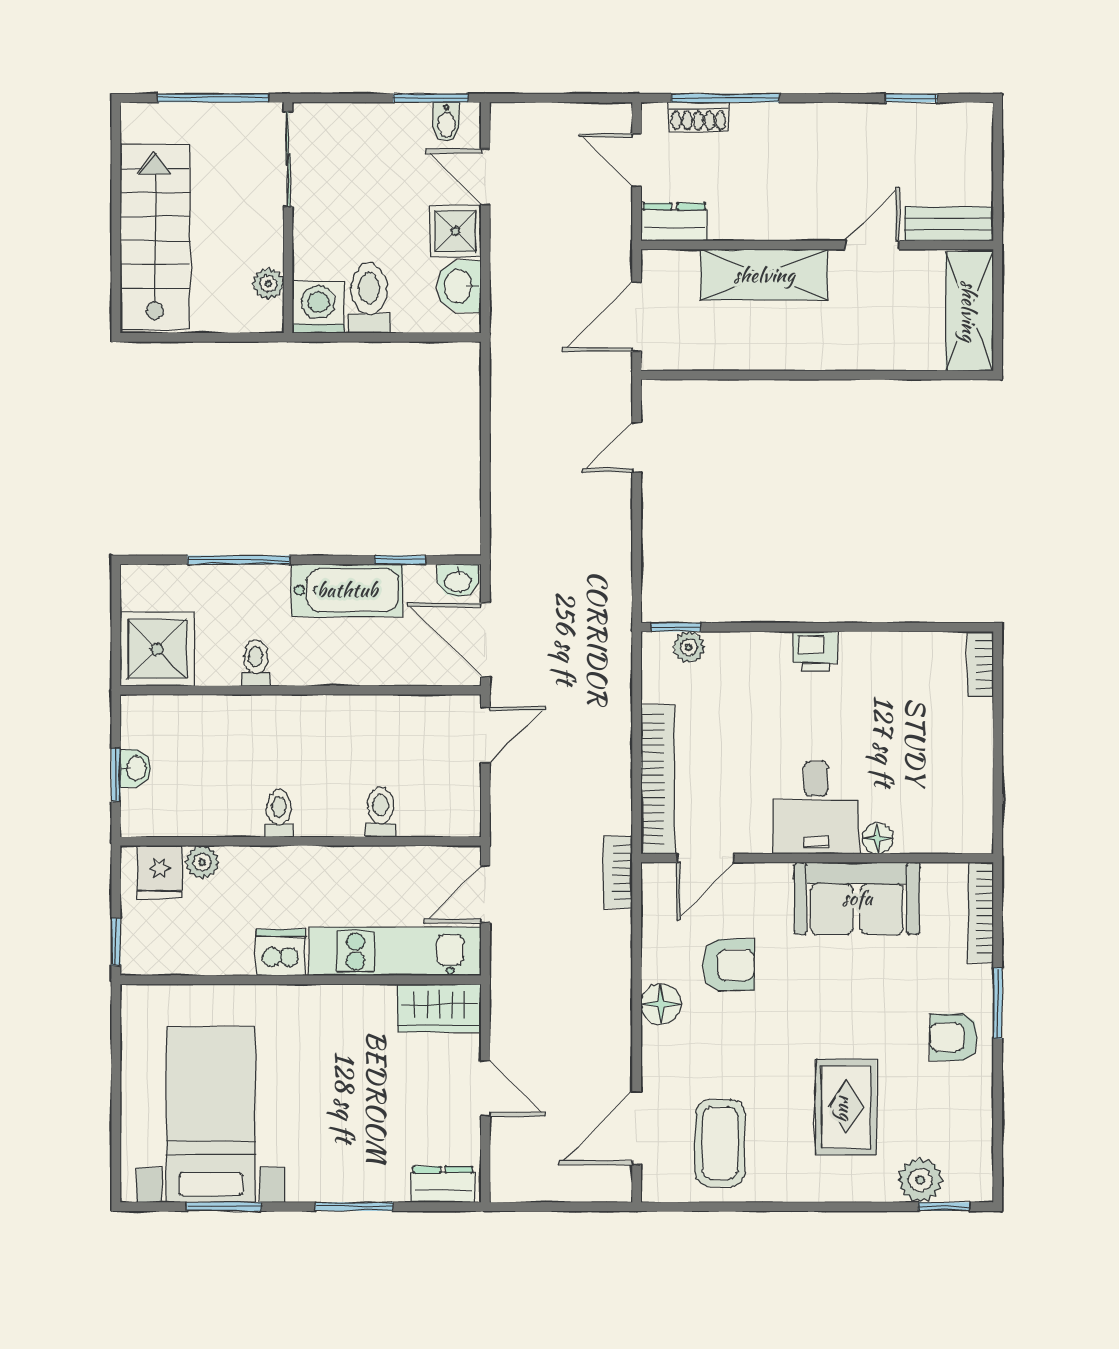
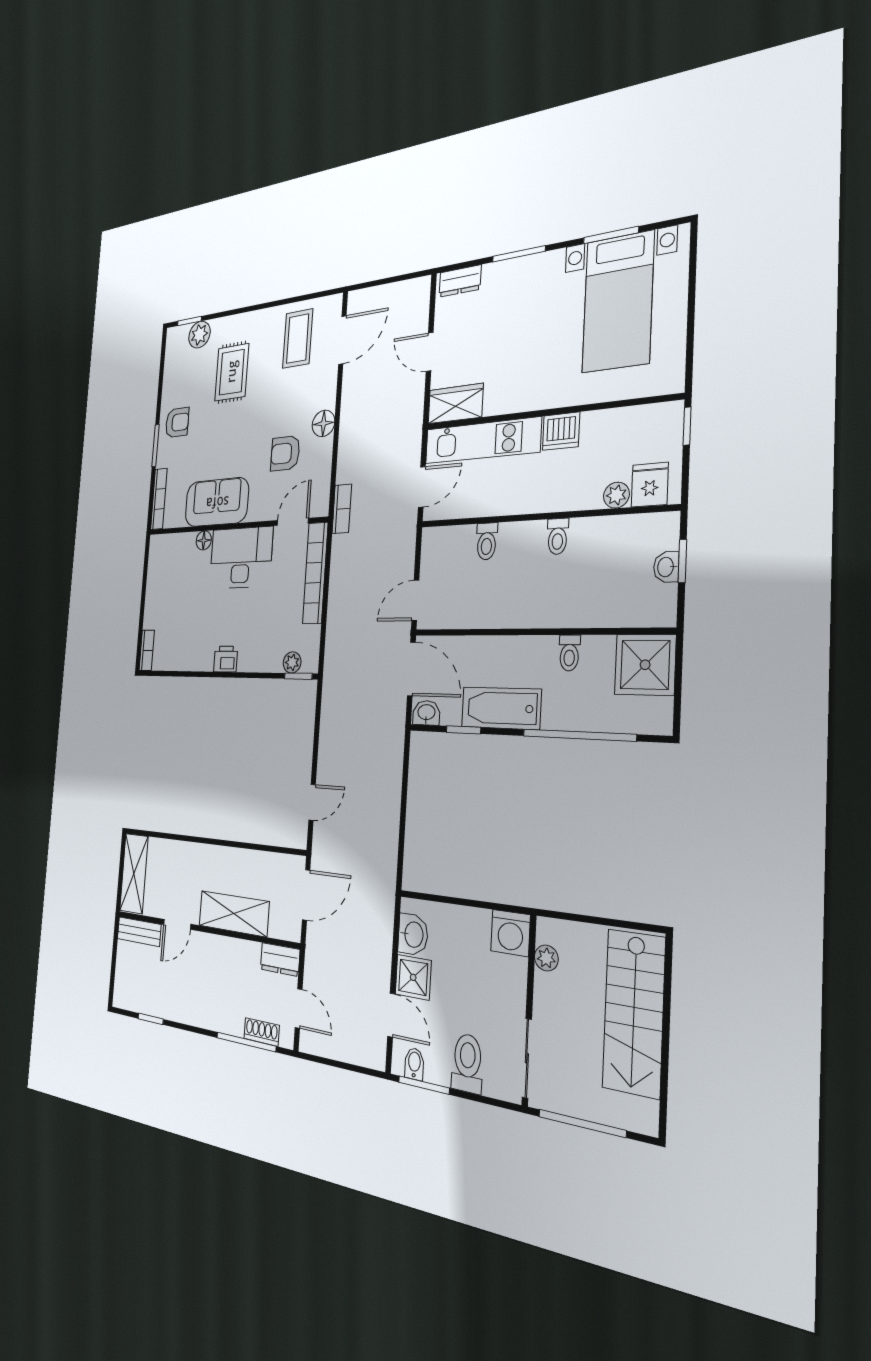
toilet: (369, 298) -> (467, 1063), moved, turned 180
window: (239, 560) -> (579, 735), width x1.46
desk: (816, 808) -> (241, 558), width x1.37

